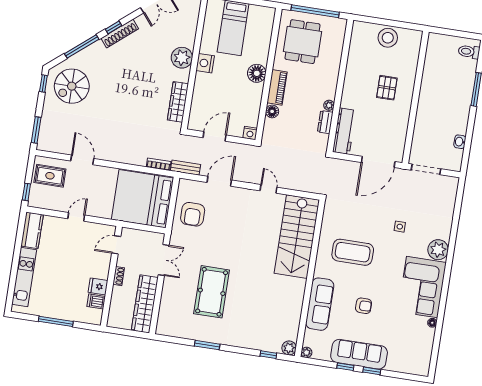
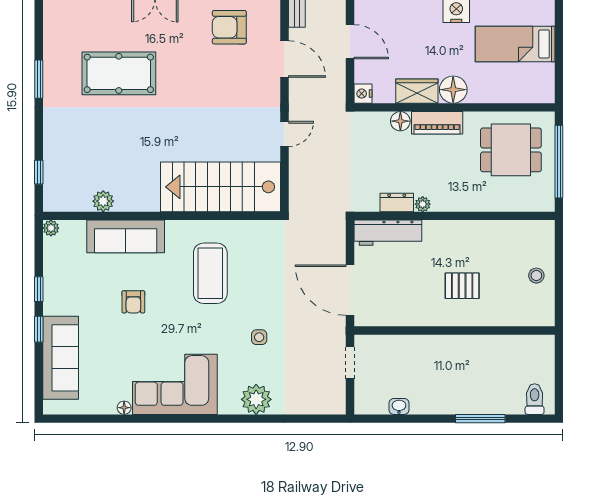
stool: (388, 38) -> (536, 276), width x0.53, depth x0.53
wardrobe: (254, 97) -> (417, 91), added
doorway: (426, 169) -> (350, 363), width x0.73
plant: (438, 250) -> (256, 399), moved
plant: (289, 348) -> (103, 201), moved
sofa: (359, 354) -> (61, 358), moved

